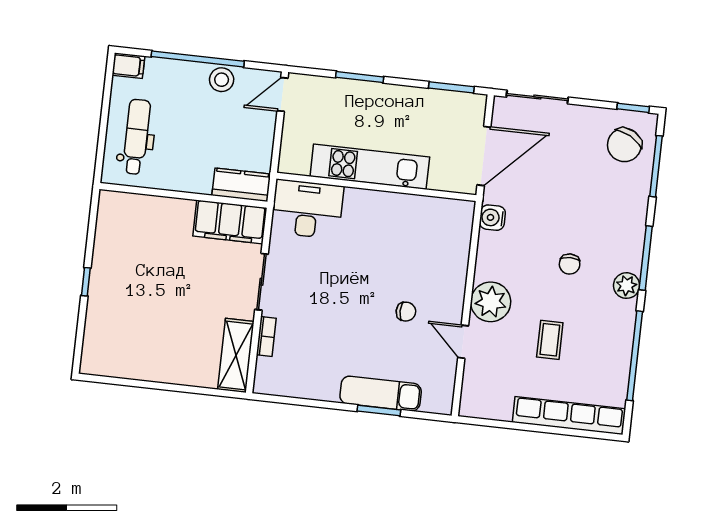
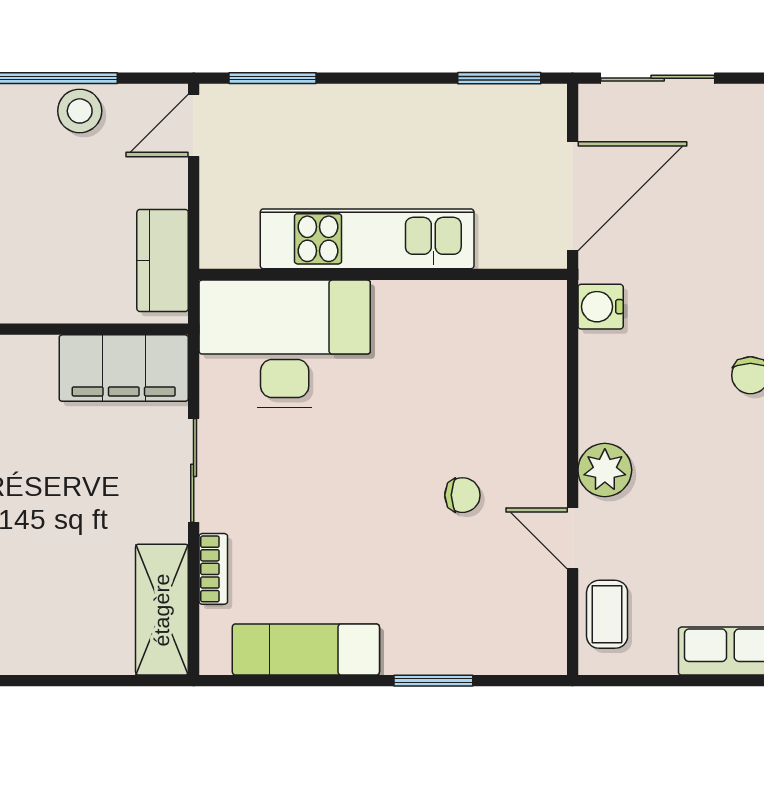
window: (360, 77) -> (272, 78), moved
kitchen counter: (241, 185) -> (163, 260), moved, turned -90
desk: (307, 209) -> (285, 344), width x1.36, depth x1.30
plant: (491, 302) -> (605, 470), width x0.73, depth x0.73
coffee table: (550, 340) -> (607, 614), moved
exam couch: (381, 394) -> (306, 649), moved

